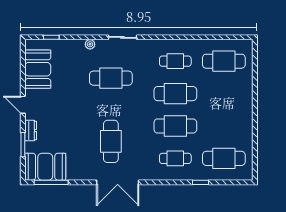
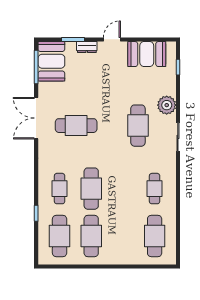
plant: (90, 44) -> (167, 105), width x1.88, depth x1.88
cafe table: (175, 94) -> (91, 236), moved
double door: (118, 182) -> (36, 118), moved

